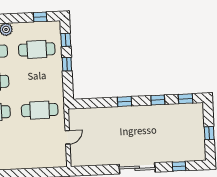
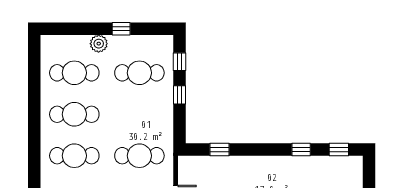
window: (40, 17) -> (121, 29), moved
window: (124, 102) -> (220, 150), moved

